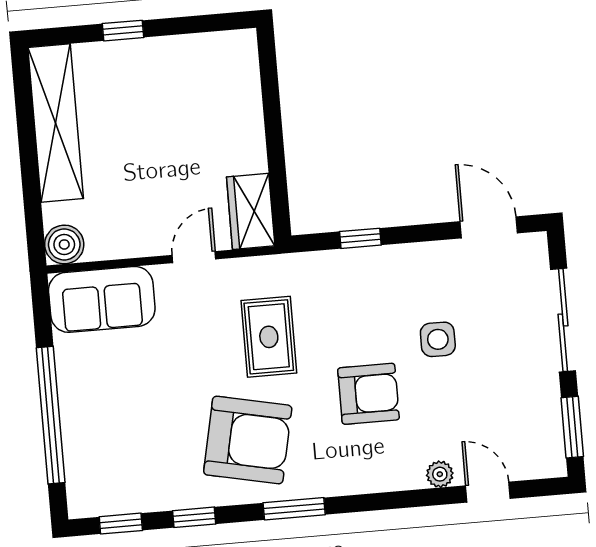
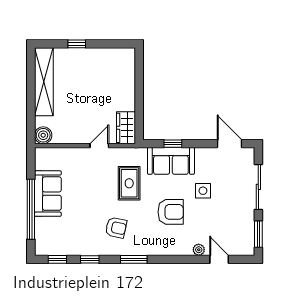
sofa: (359, 278) -> (171, 161), added
sofa: (102, 299) -> (48, 194), moved, turned -90
armchair: (248, 440) -> (116, 228), width x0.53, depth x0.53

